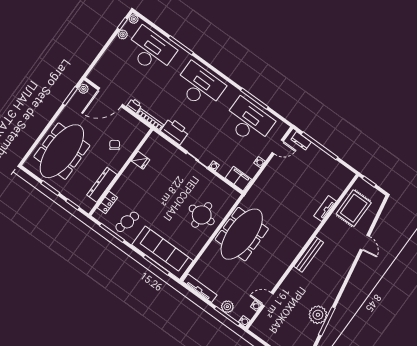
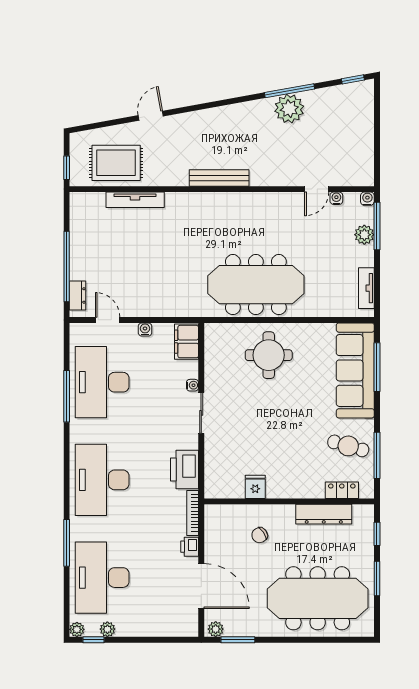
tv unit: (325, 209) -> (135, 200), width x1.41
tv unit: (200, 288) -> (366, 288), width x0.71
door: (268, 299) -> (317, 189), hinge flipped

